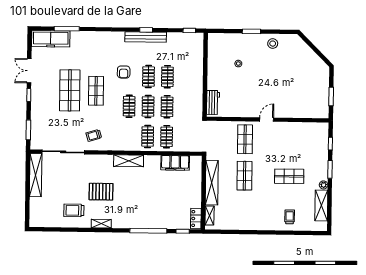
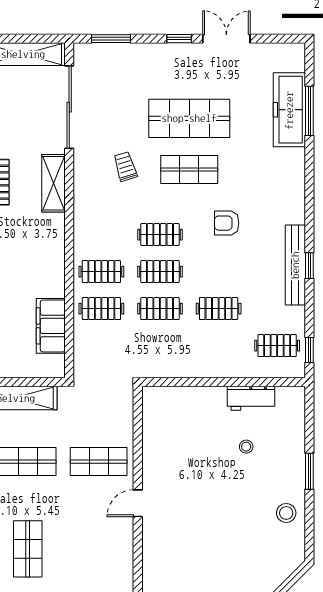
freezer: (51, 39) -> (289, 110), moved
clothes rail: (148, 76) -> (277, 346), moved
workbench: (213, 102) -> (251, 398), moved
door: (267, 120) -> (138, 503), swing flipped
trolley: (94, 135) -> (125, 166), moved
shelving: (129, 161) -> (53, 183), moved

